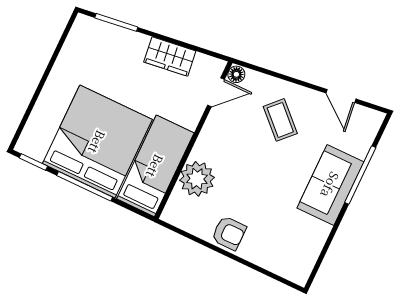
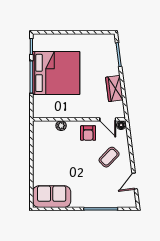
bed: (155, 166) -> (58, 107), removed
plant: (197, 179) -> (61, 126), width x0.53, depth x0.53
sofa: (330, 185) -> (52, 197), moved
armchair: (229, 233) -> (88, 133), moved

